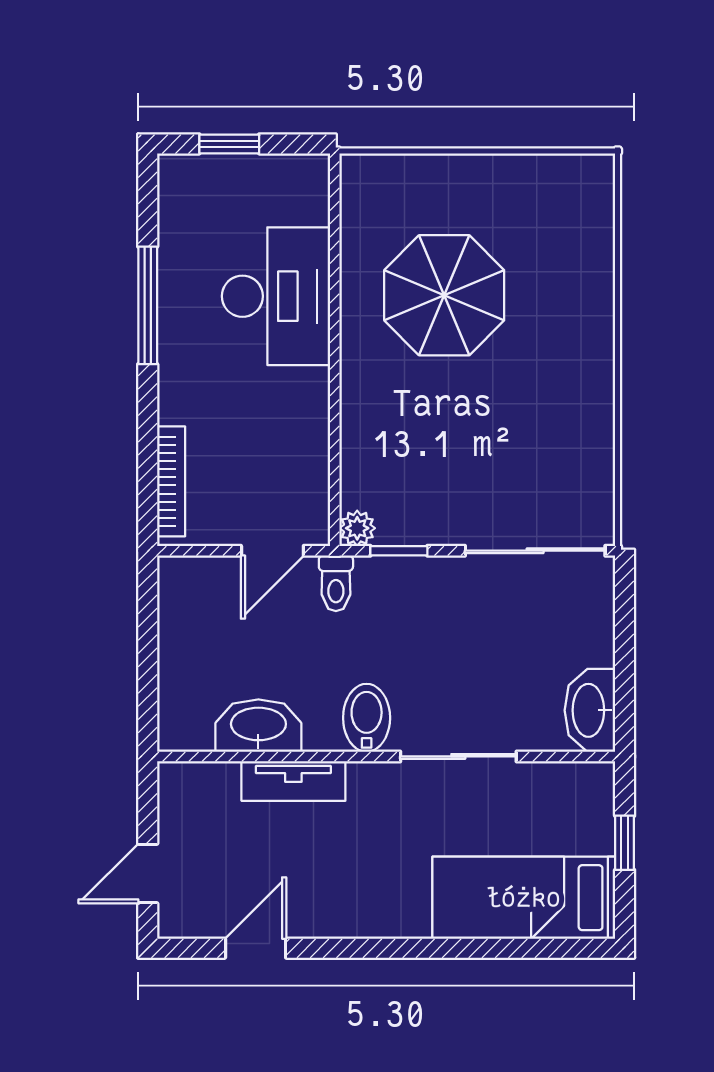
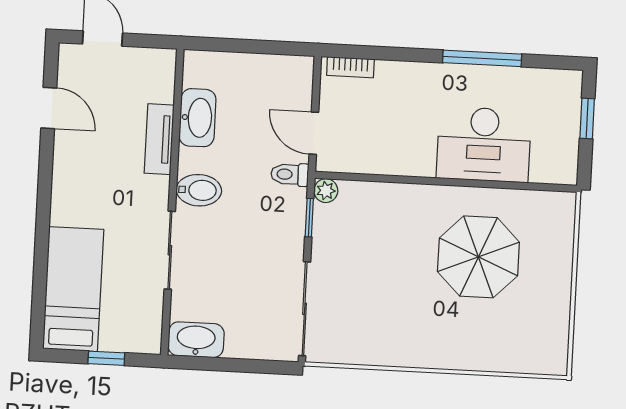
bookcase: (171, 481) -> (350, 67), width x0.64

